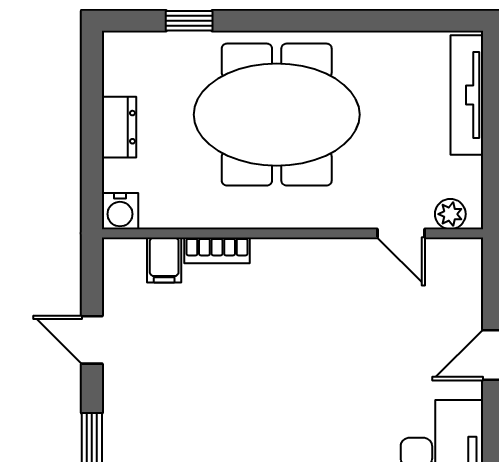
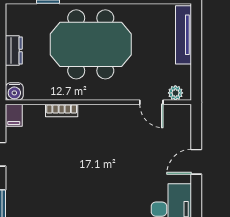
filing cabinet: (164, 260) -> (14, 115), moved

